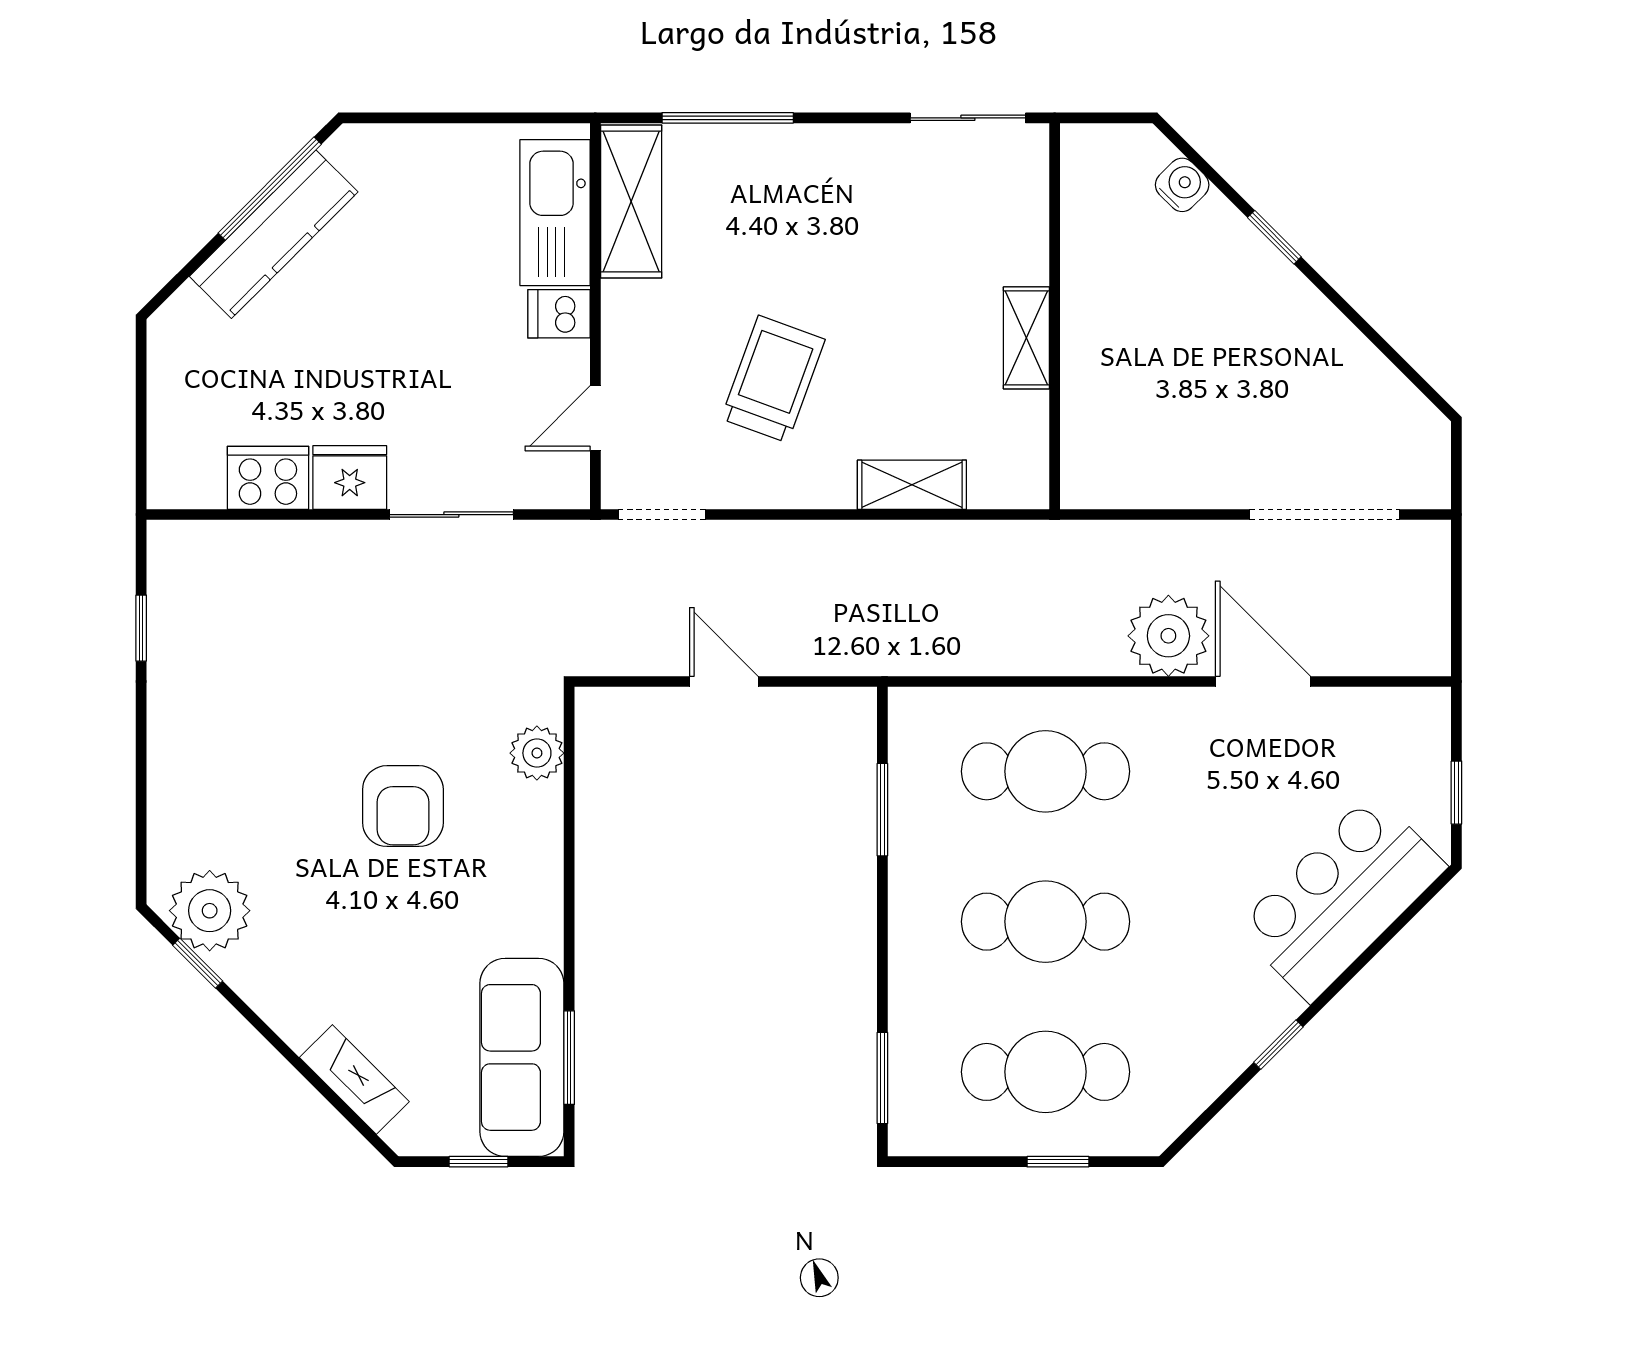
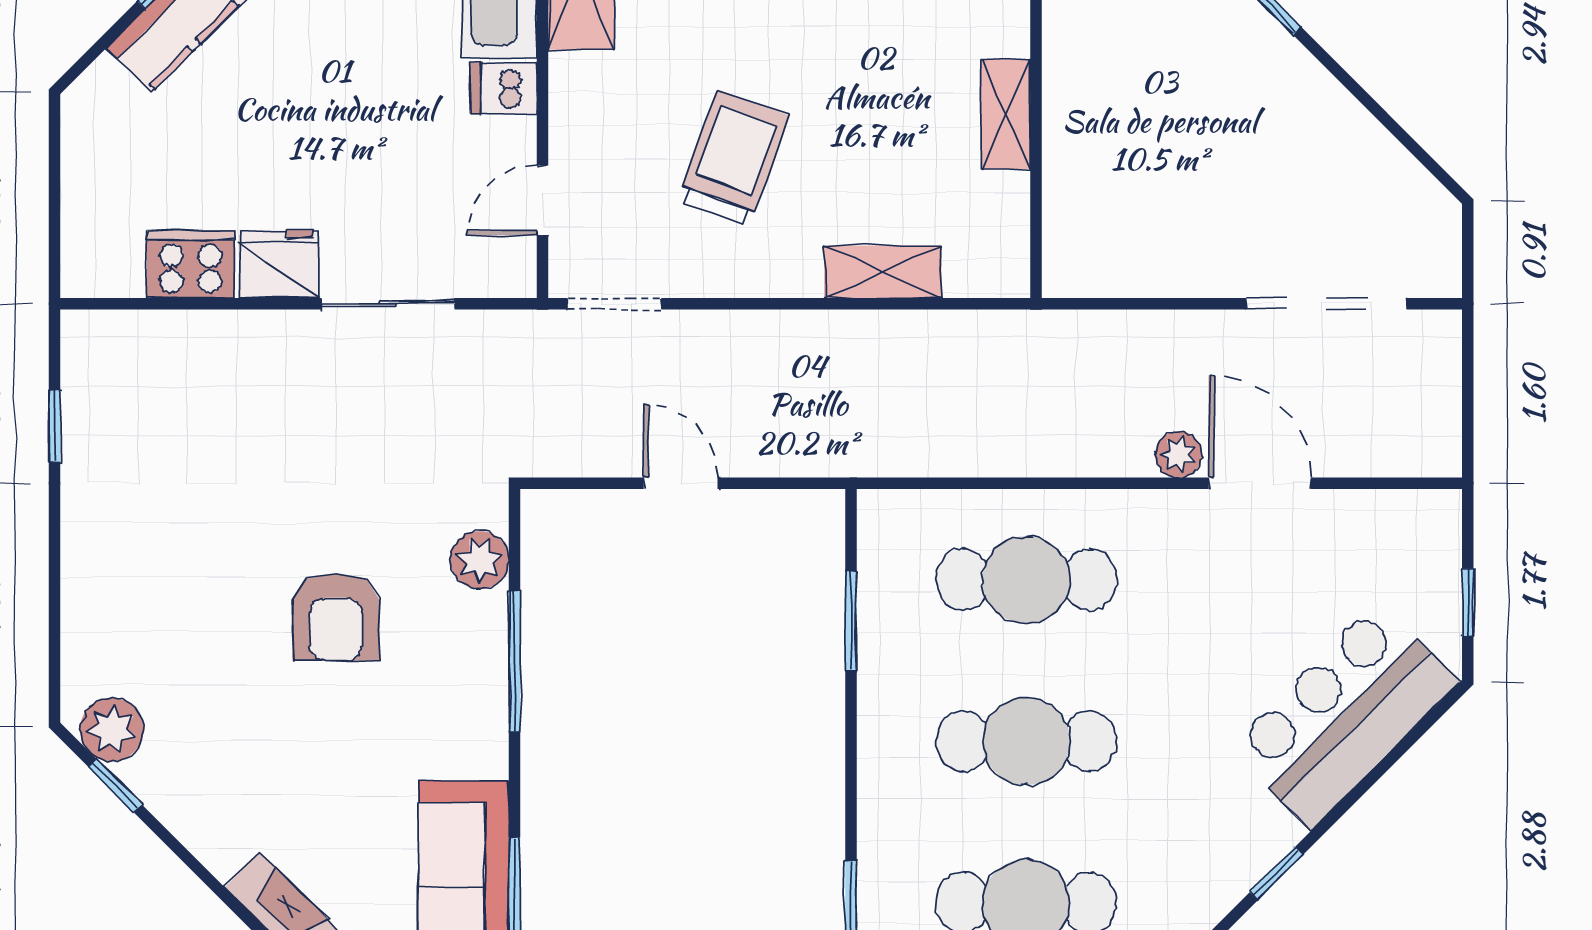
plant: (1168, 636) -> (1179, 454), width x0.53, depth x0.53
window: (569, 848) -> (514, 662), added
plant: (210, 911) -> (112, 730), width x0.73, depth x0.73

